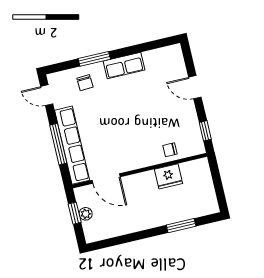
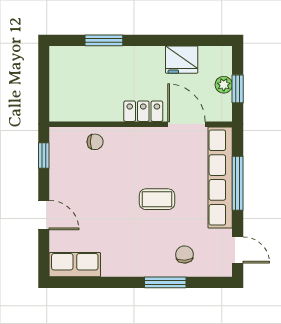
row of seats: (124, 66) -> (75, 265), moved
coffee table: (115, 118) -> (157, 199), added
fridge: (168, 176) -> (182, 60), moved, turned 180
locker: (140, 180) -> (143, 111), added

